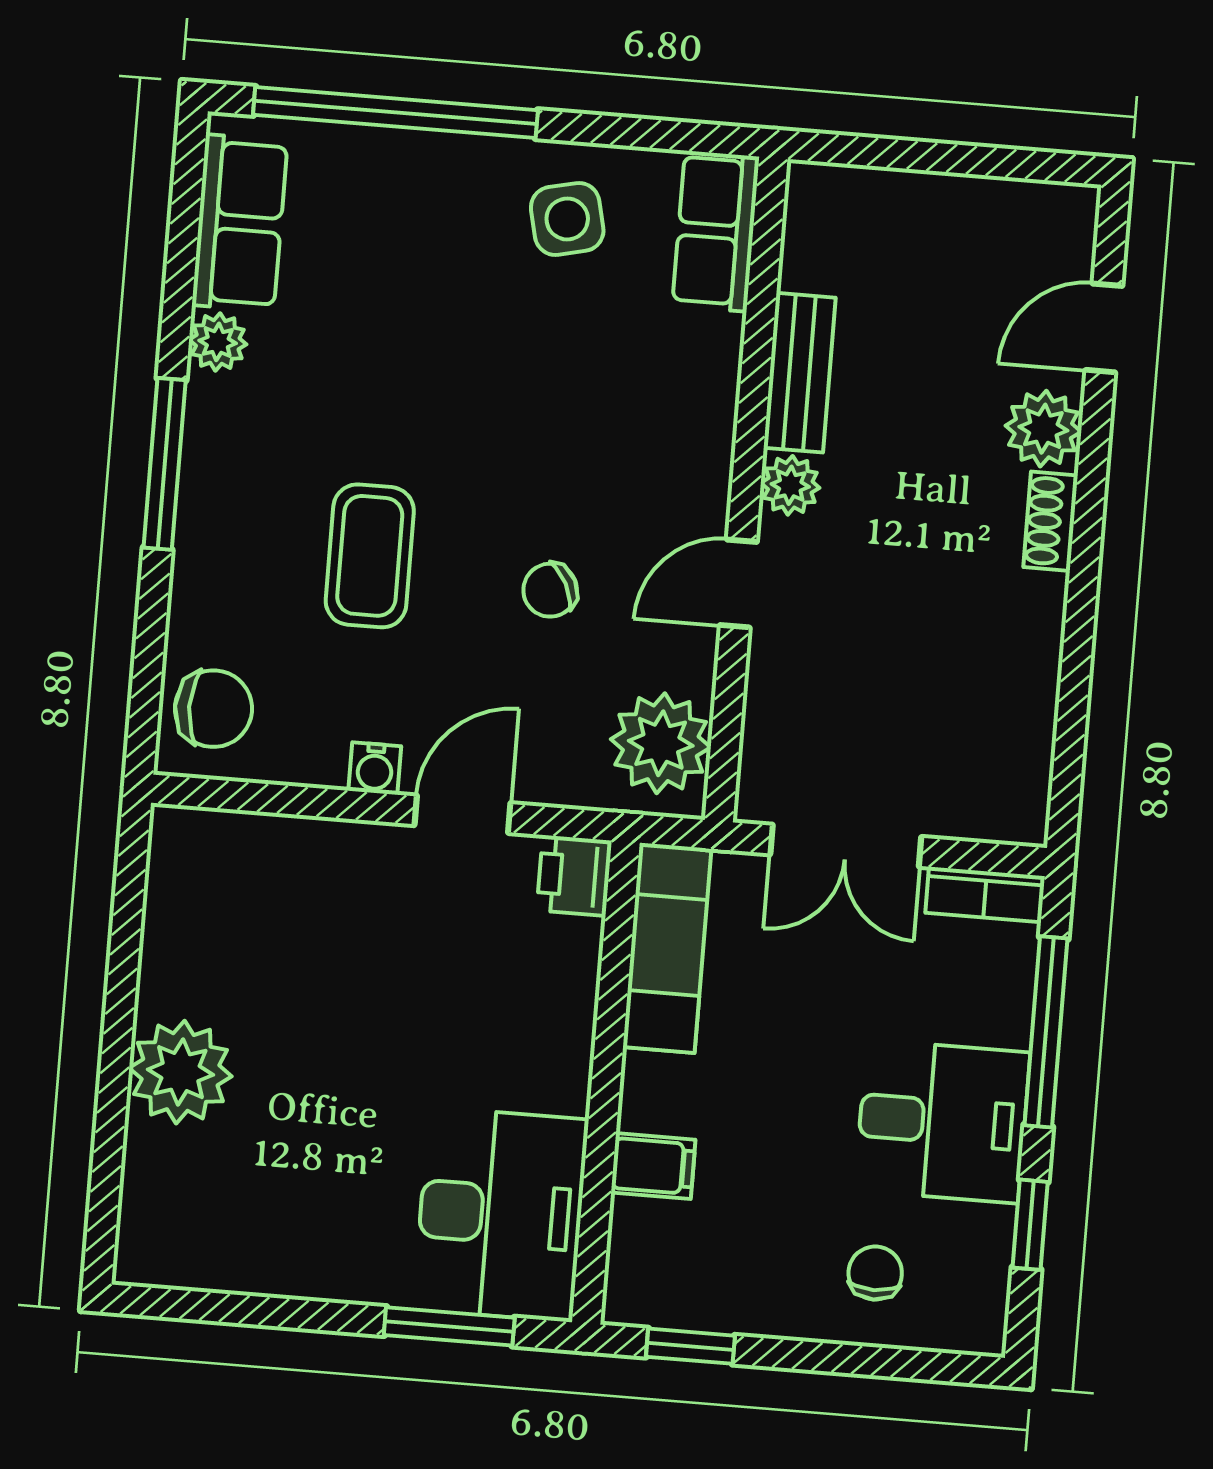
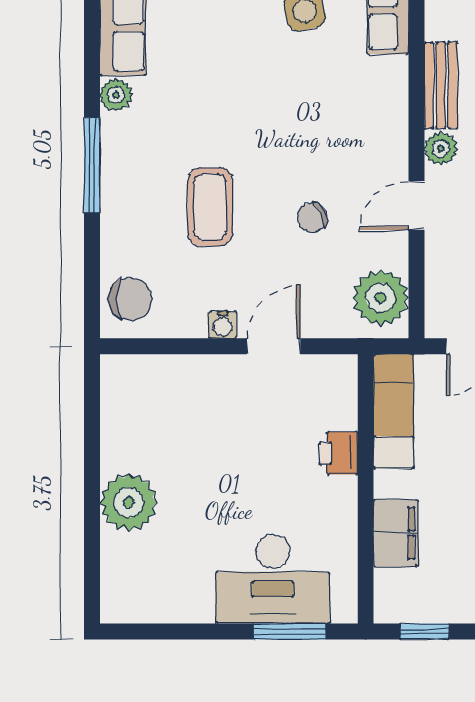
printer: (574, 876) -> (339, 453), moved
filing cabinet: (653, 1166) -> (396, 533), width x2.00
desk: (501, 1214) -> (273, 579), moved, turned 90

